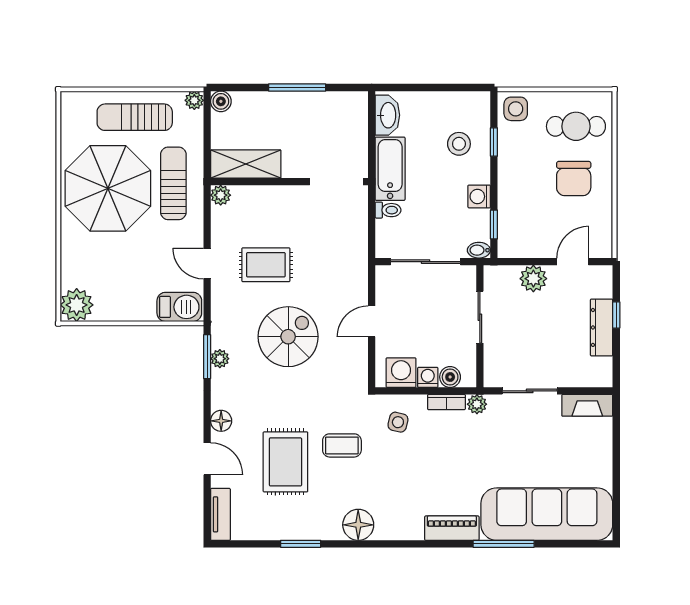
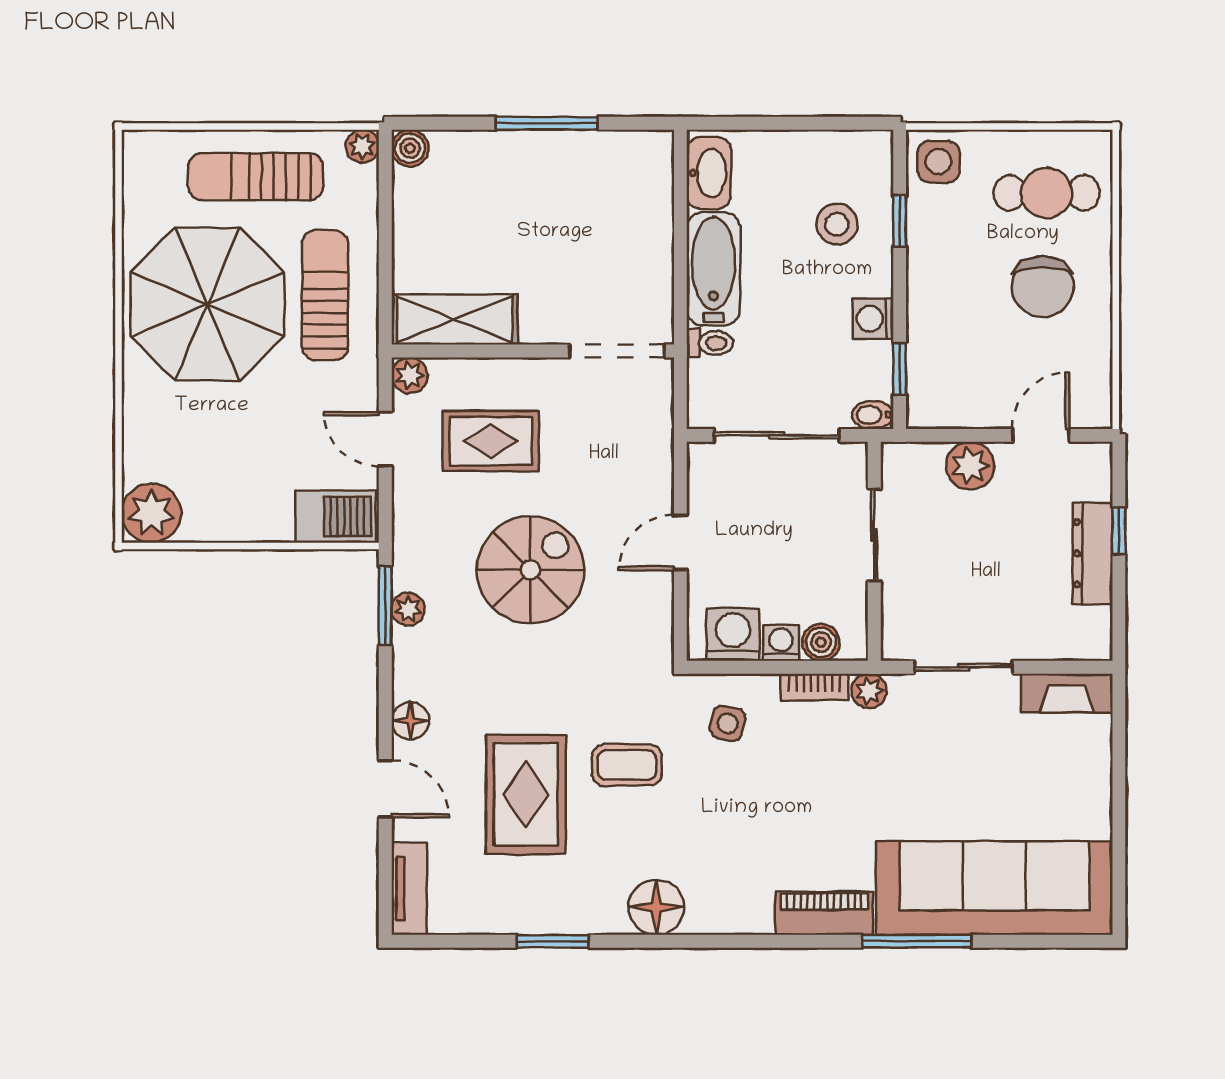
shelving: (246, 164) -> (455, 319), moved
wall: (289, 182) -> (533, 351), moved
doorway: (336, 182) -> (617, 351), moved
plant: (221, 195) -> (410, 375), moved

